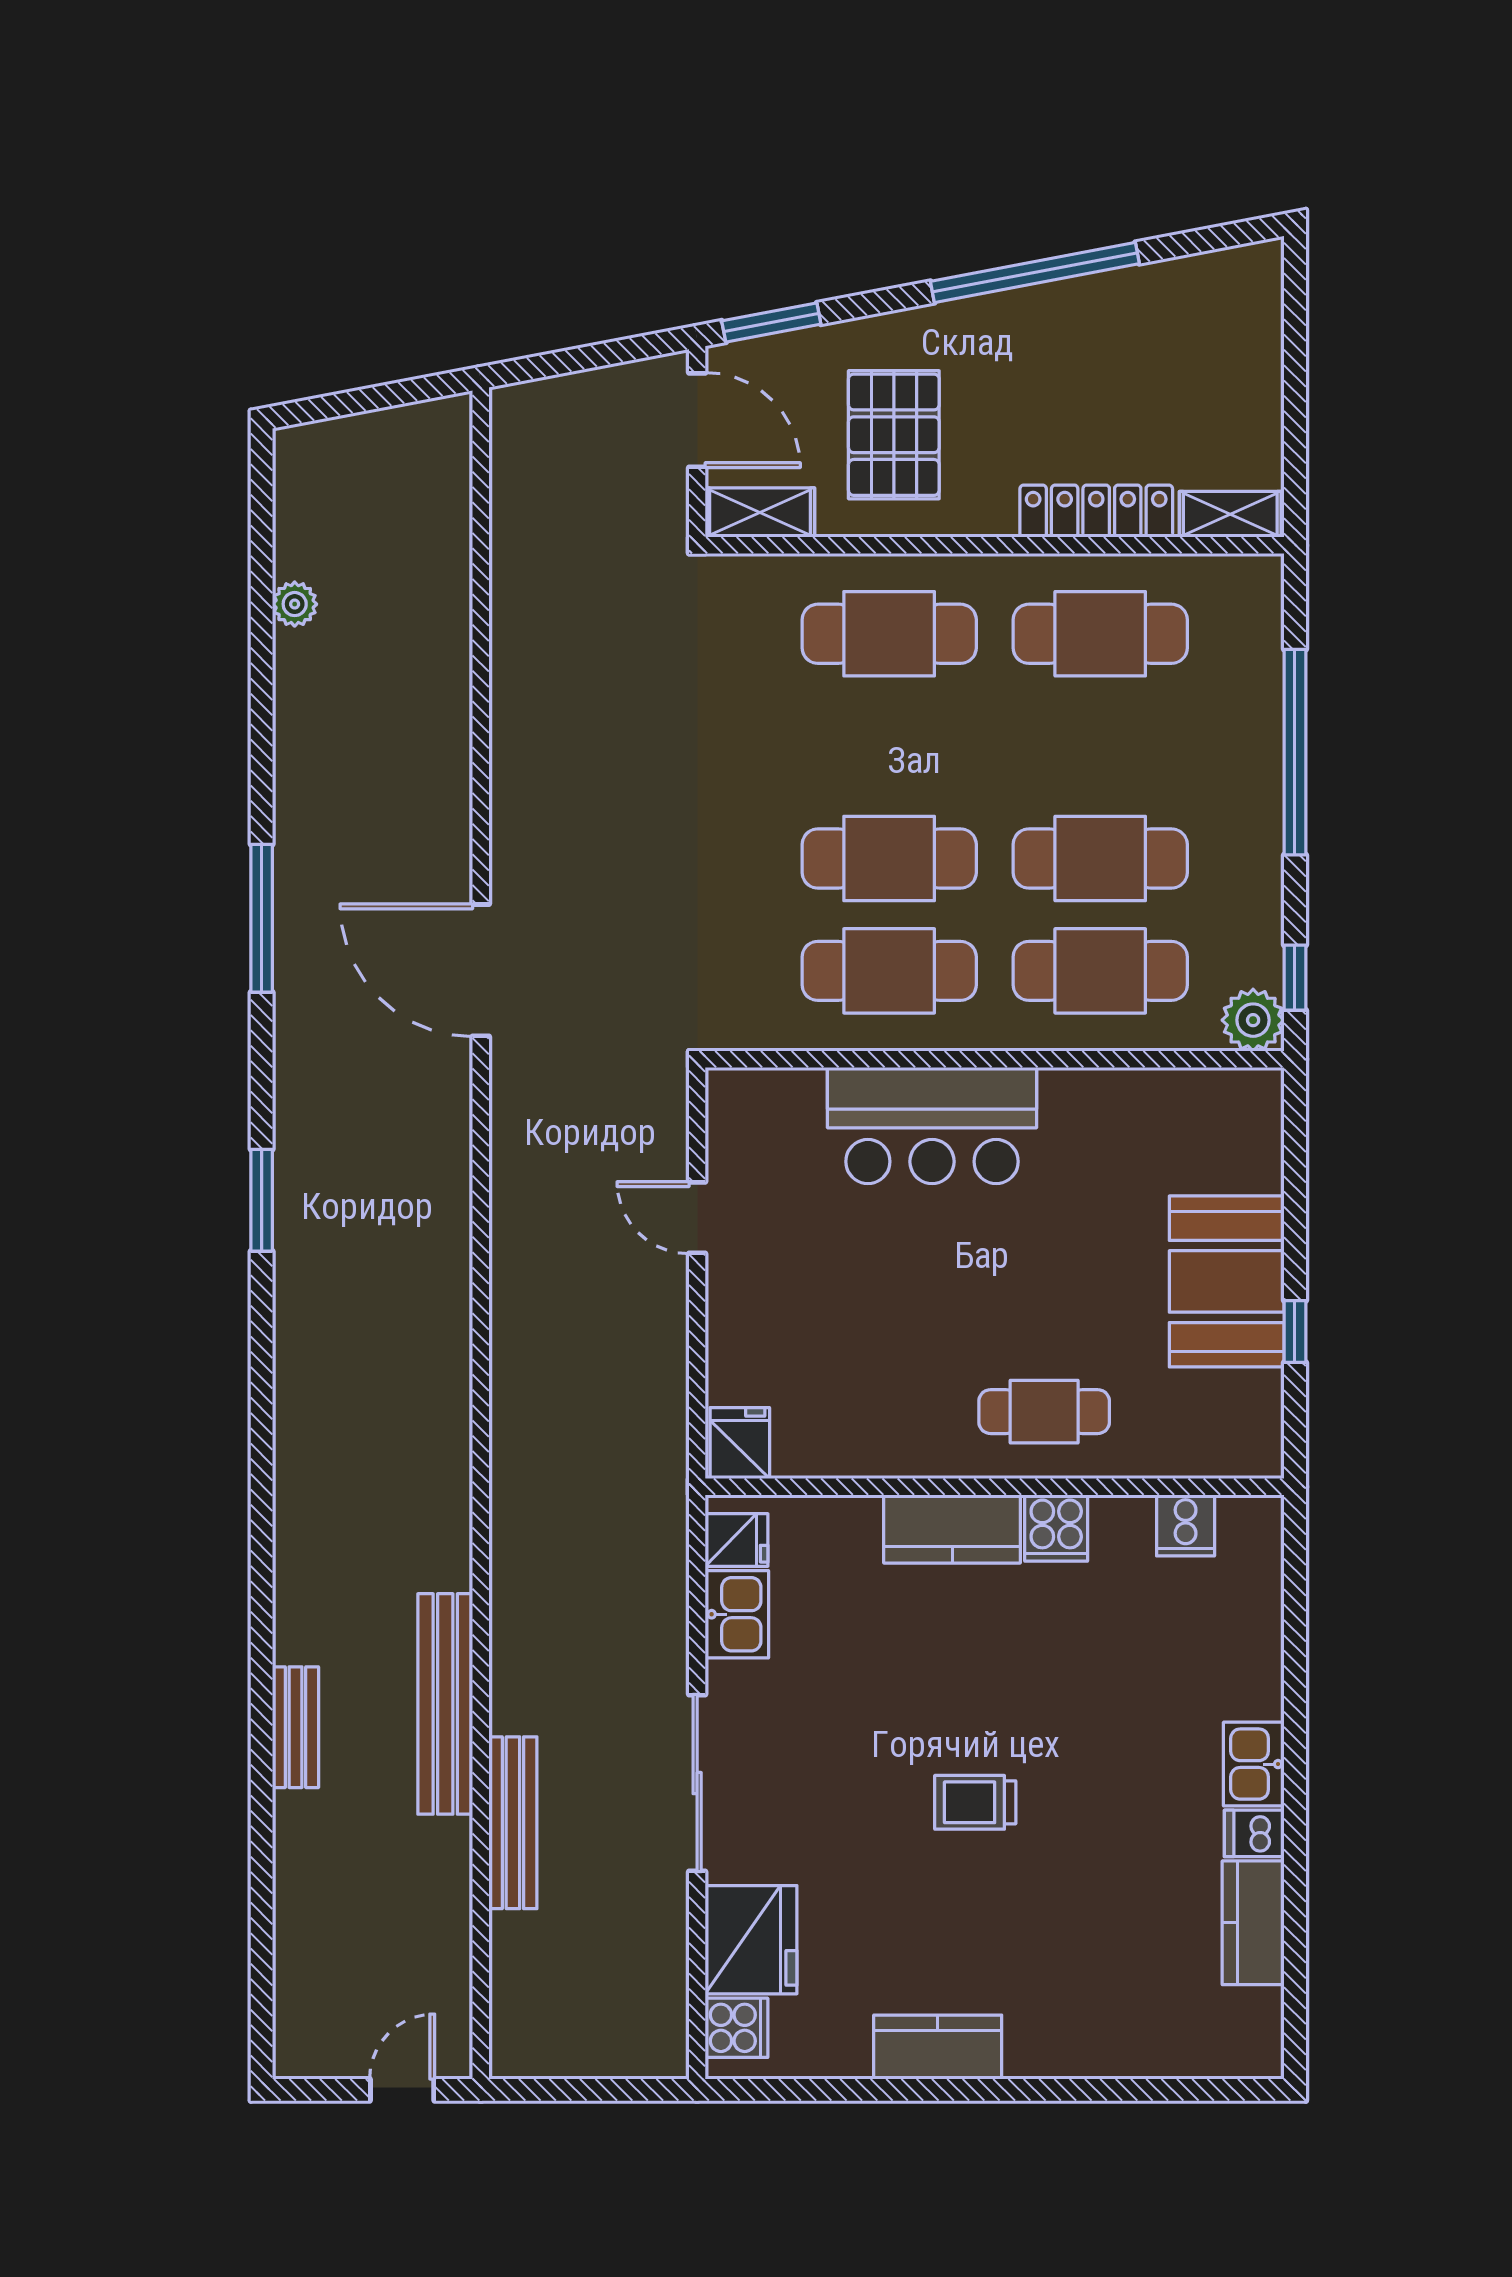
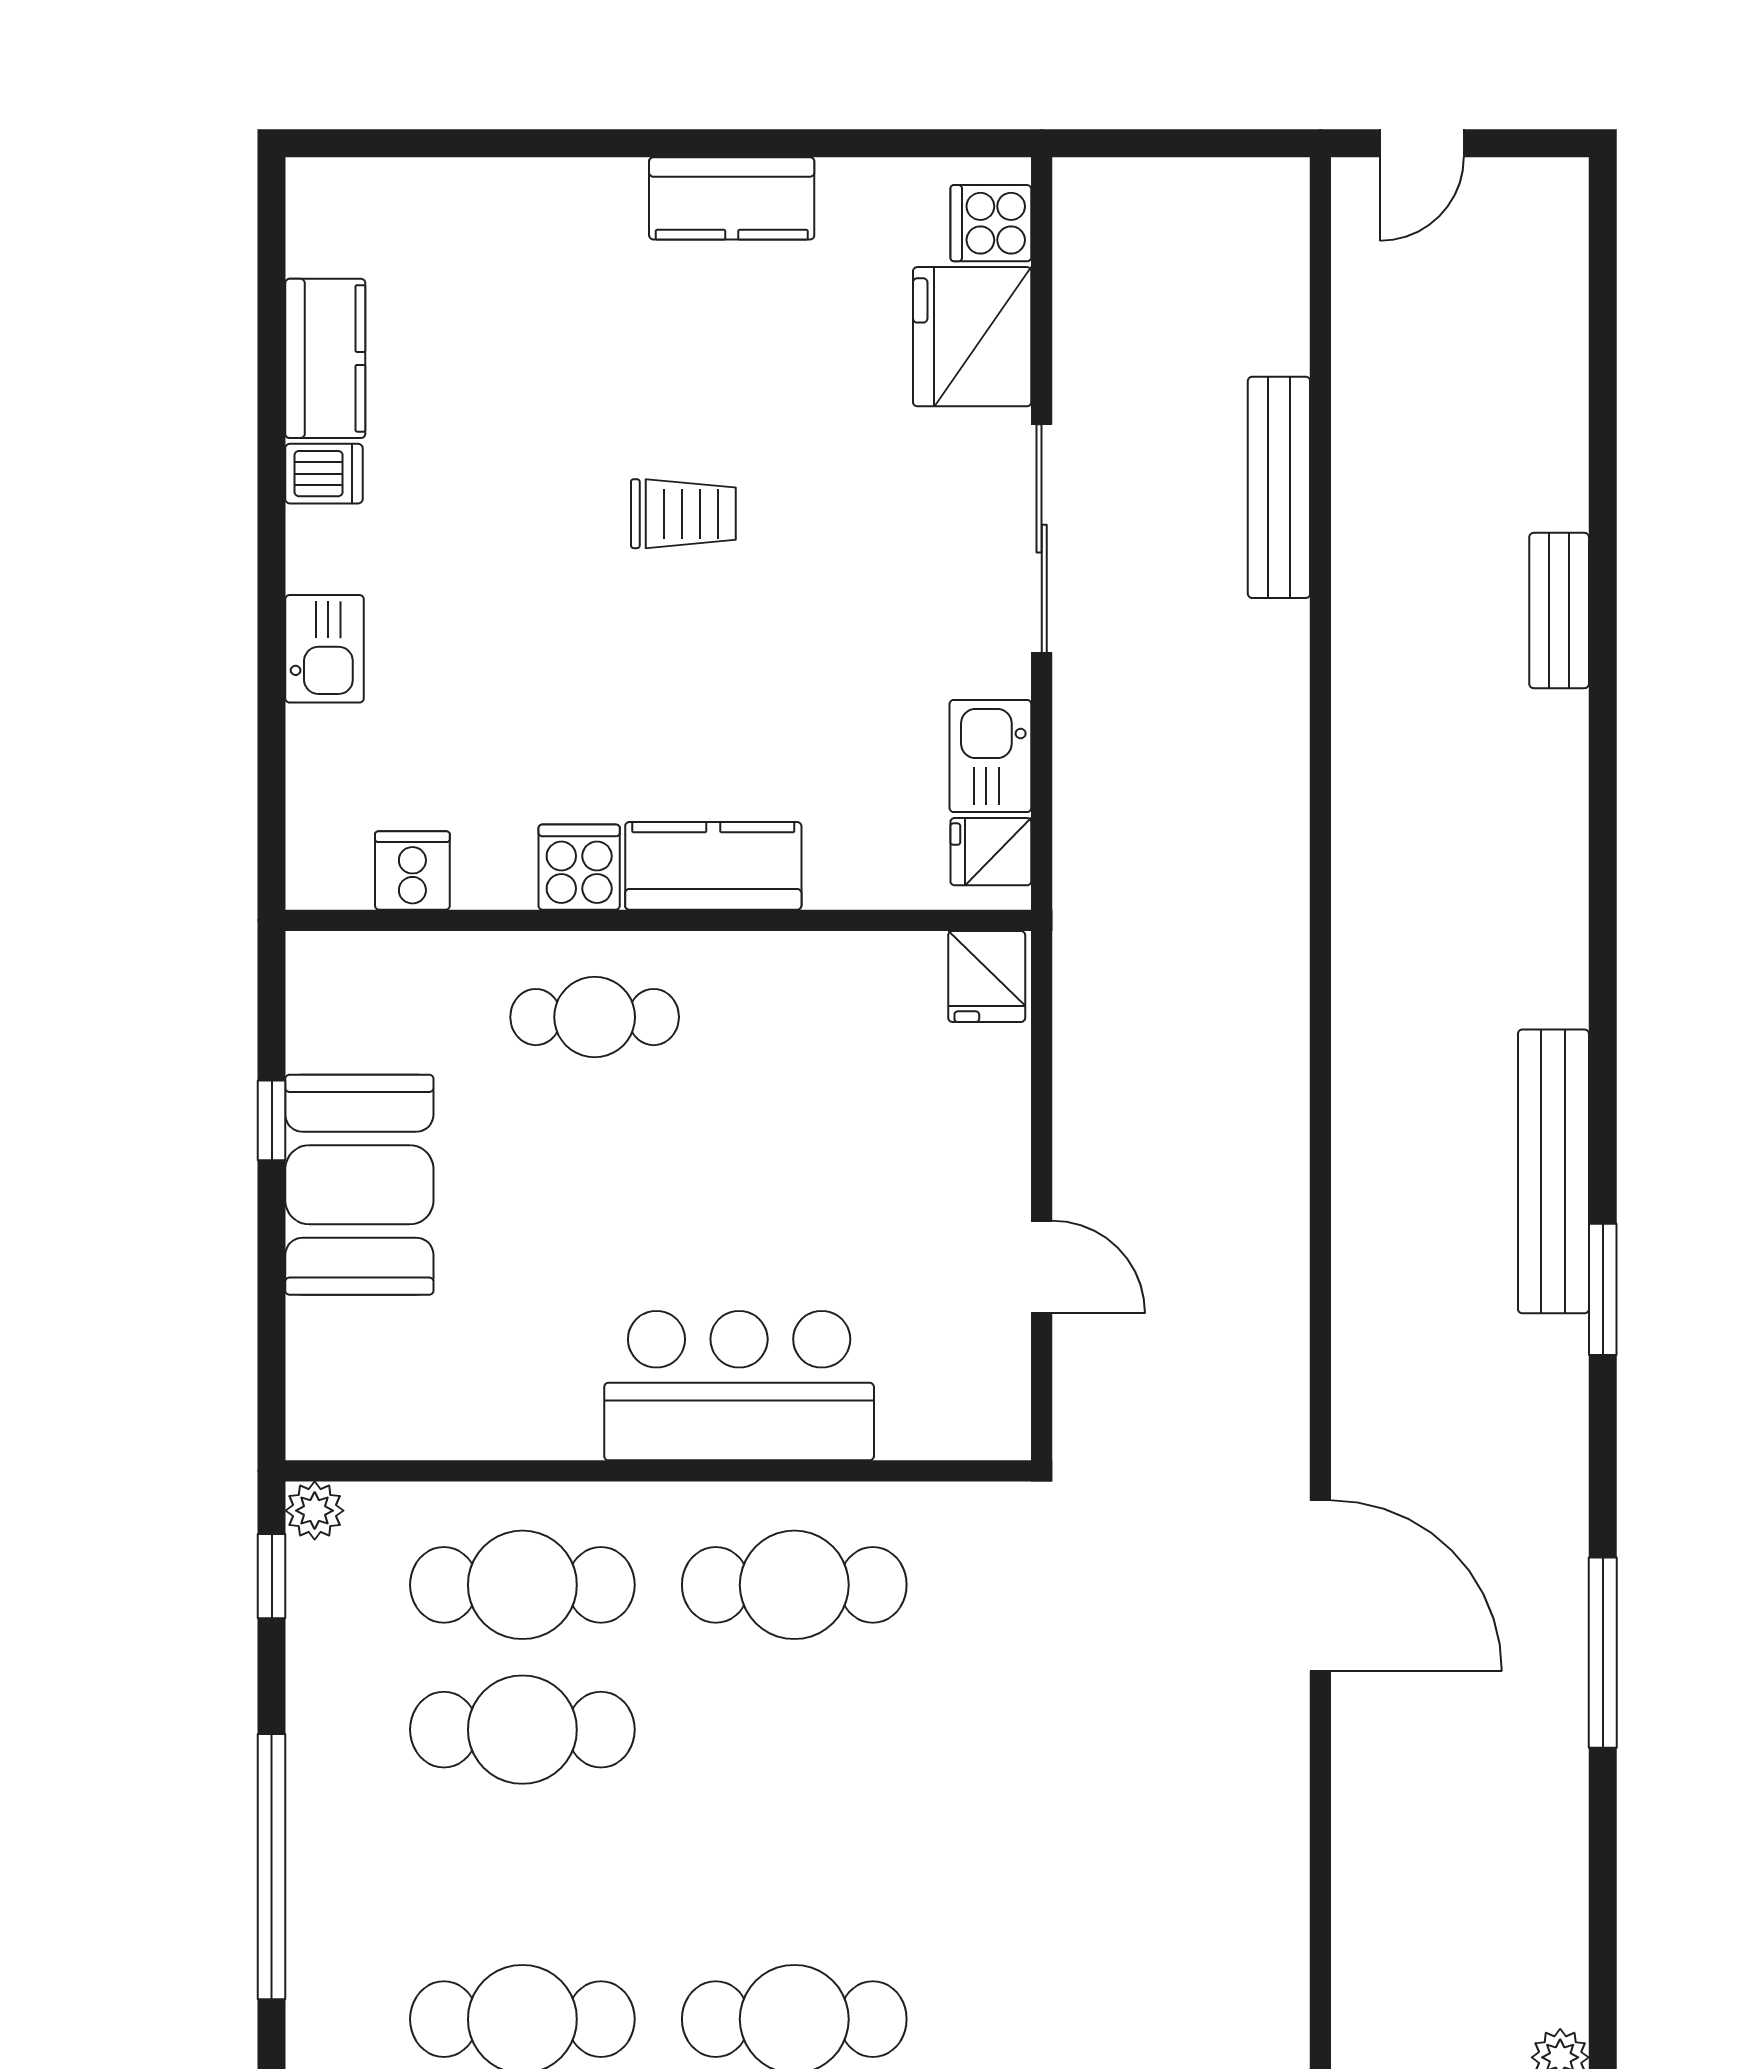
cafe table: (889, 859) -> (794, 1730), removed
plant: (1253, 1020) -> (315, 1511), width x0.73, depth x0.73
bench: (445, 1704) -> (1553, 1171), moved
kitchen sink: (1254, 1764) -> (325, 649), moved

